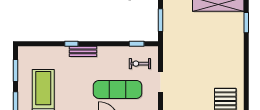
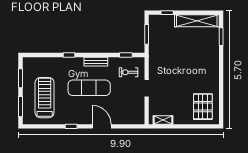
bench: (83, 51) -> (96, 62), moved
exercise mat: (118, 89) -> (89, 88), moved

